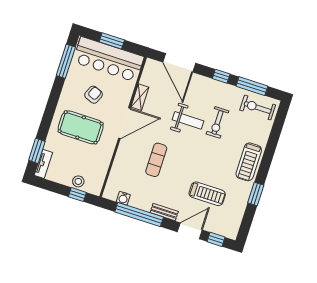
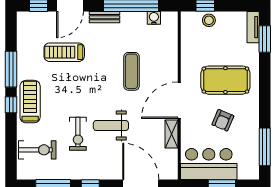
bar counter: (108, 59) -> (209, 164), width x0.73
exercise bike: (258, 108) -> (37, 150), moved
exercise bike: (218, 122) -> (78, 134), turned 180
window: (265, 164) -> (11, 105), added
window: (256, 194) -> (11, 69), width x1.44

